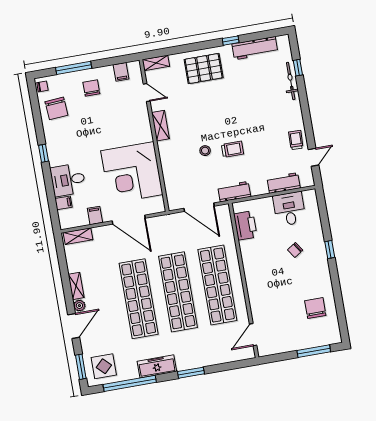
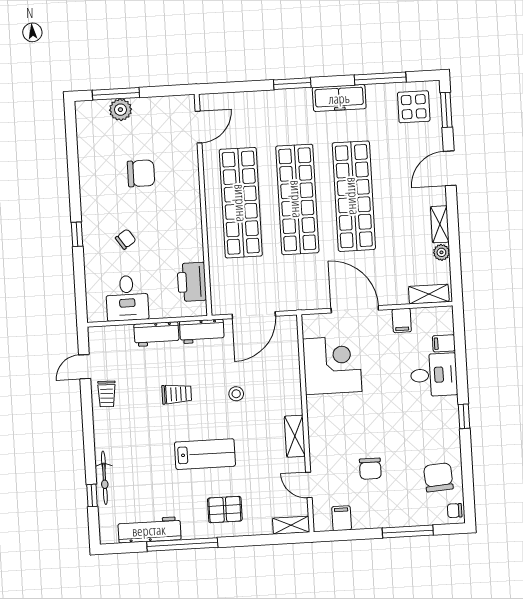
window: (231, 41) -> (182, 545), width x3.17
pallet: (204, 69) -> (225, 510), width x0.67, depth x0.71
chair: (91, 88) -> (370, 469), moved
lab bench: (222, 106) -> (205, 454), added
trolley: (232, 149) -> (177, 394), moved, turned 180
corner desk: (132, 173) -> (332, 365), width x0.74, depth x0.74
workbench: (284, 183) -> (156, 334), moved
door: (199, 207) -> (254, 315), swing flipped
plant: (79, 306) -> (441, 252), moved
chair: (315, 308) -> (141, 173), moved, turned -90
plant: (309, 340) -> (120, 110), added
window: (130, 383) -> (380, 79), width x0.68

